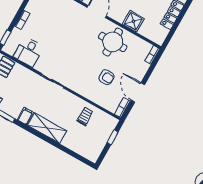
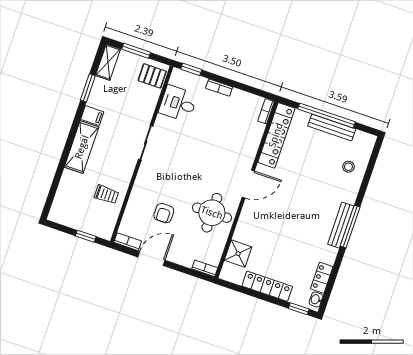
shower: (133, 21) -> (238, 254), moved

